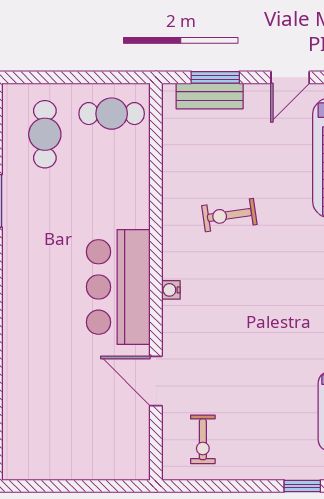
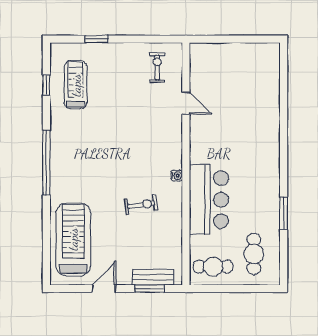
bar counter: (118, 287) -> (209, 200), moved
water cooler: (171, 290) -> (177, 176), moved
door: (156, 381) -> (186, 103), width x0.73

